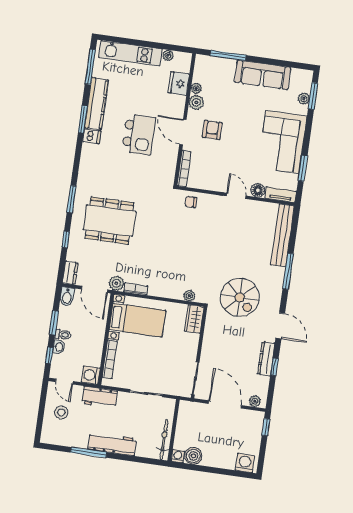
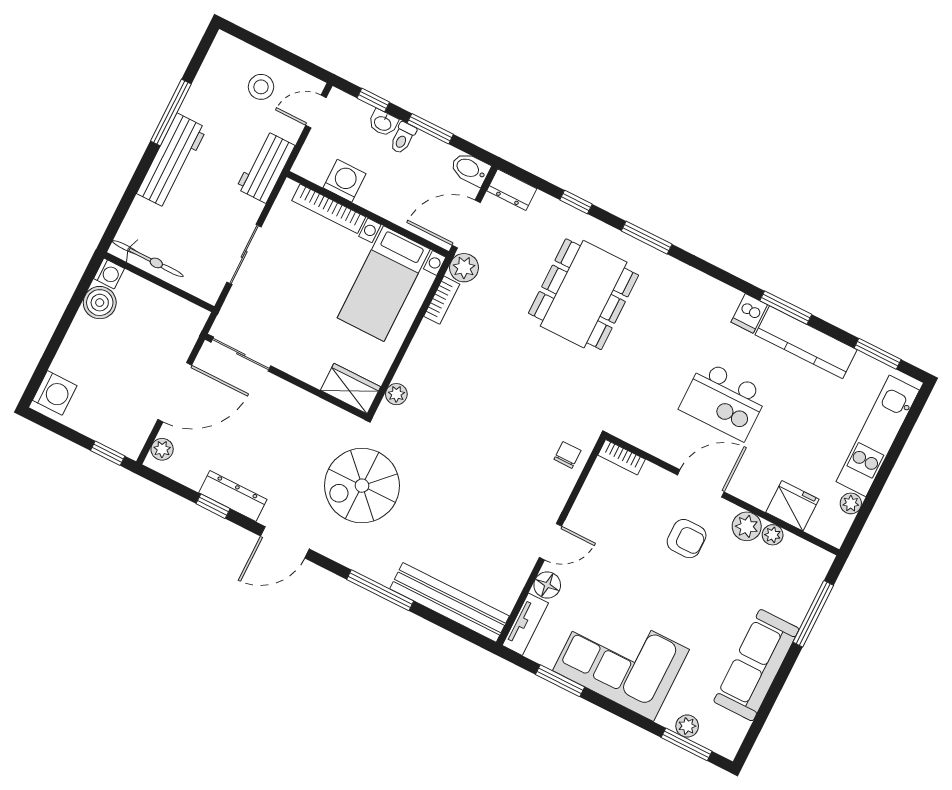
window: (90, 67) -> (878, 354), width x0.69
bookcase: (184, 169) -> (621, 457), width x0.64
washing machine: (91, 375) -> (345, 181), moved

